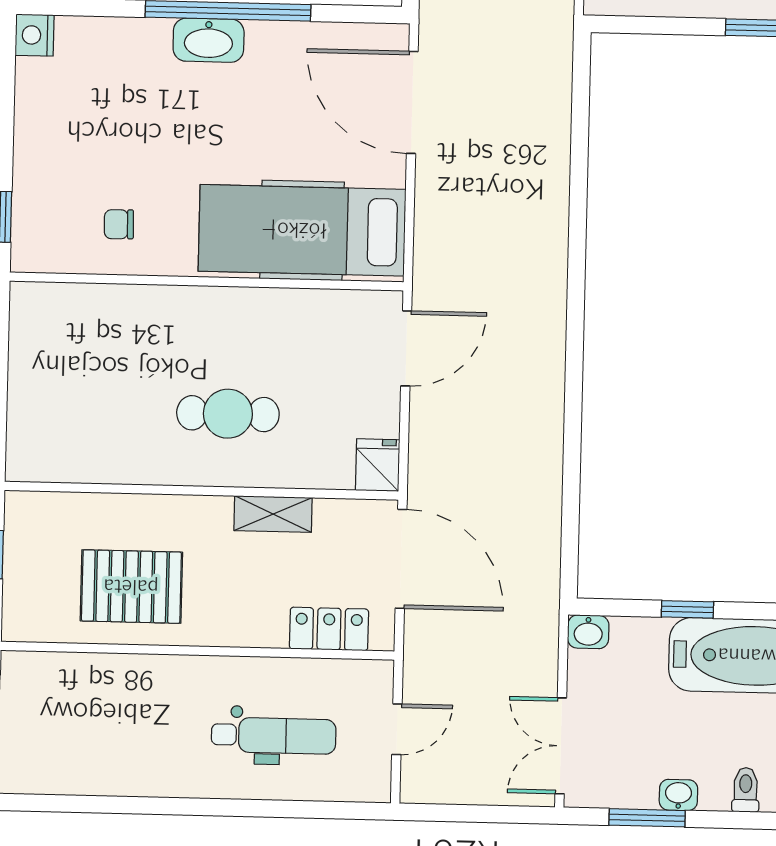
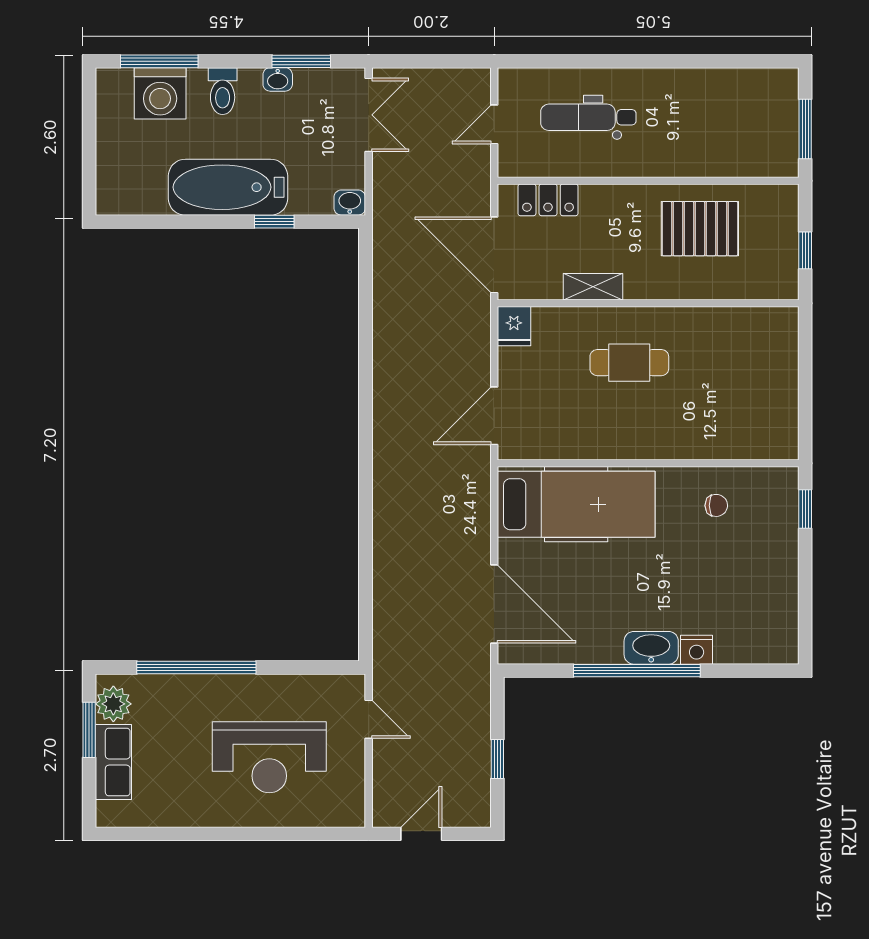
nightstand: (35, 35) -> (697, 650), moved, turned 90
toilet: (746, 790) -> (223, 91), width x1.37, depth x1.39

